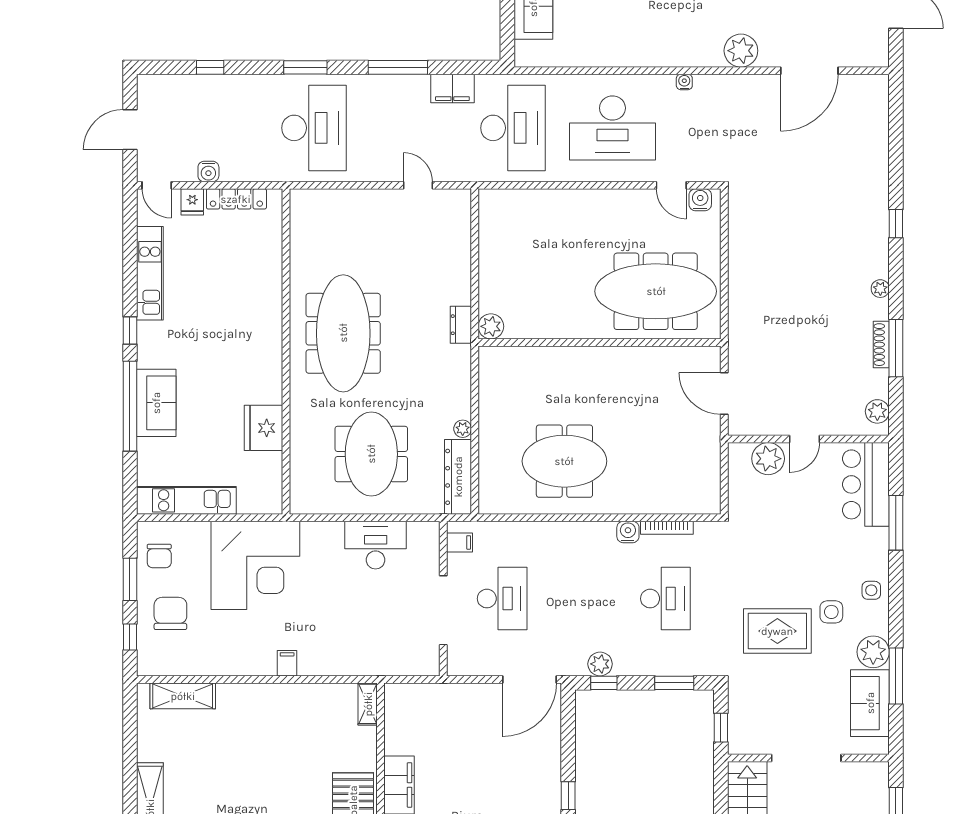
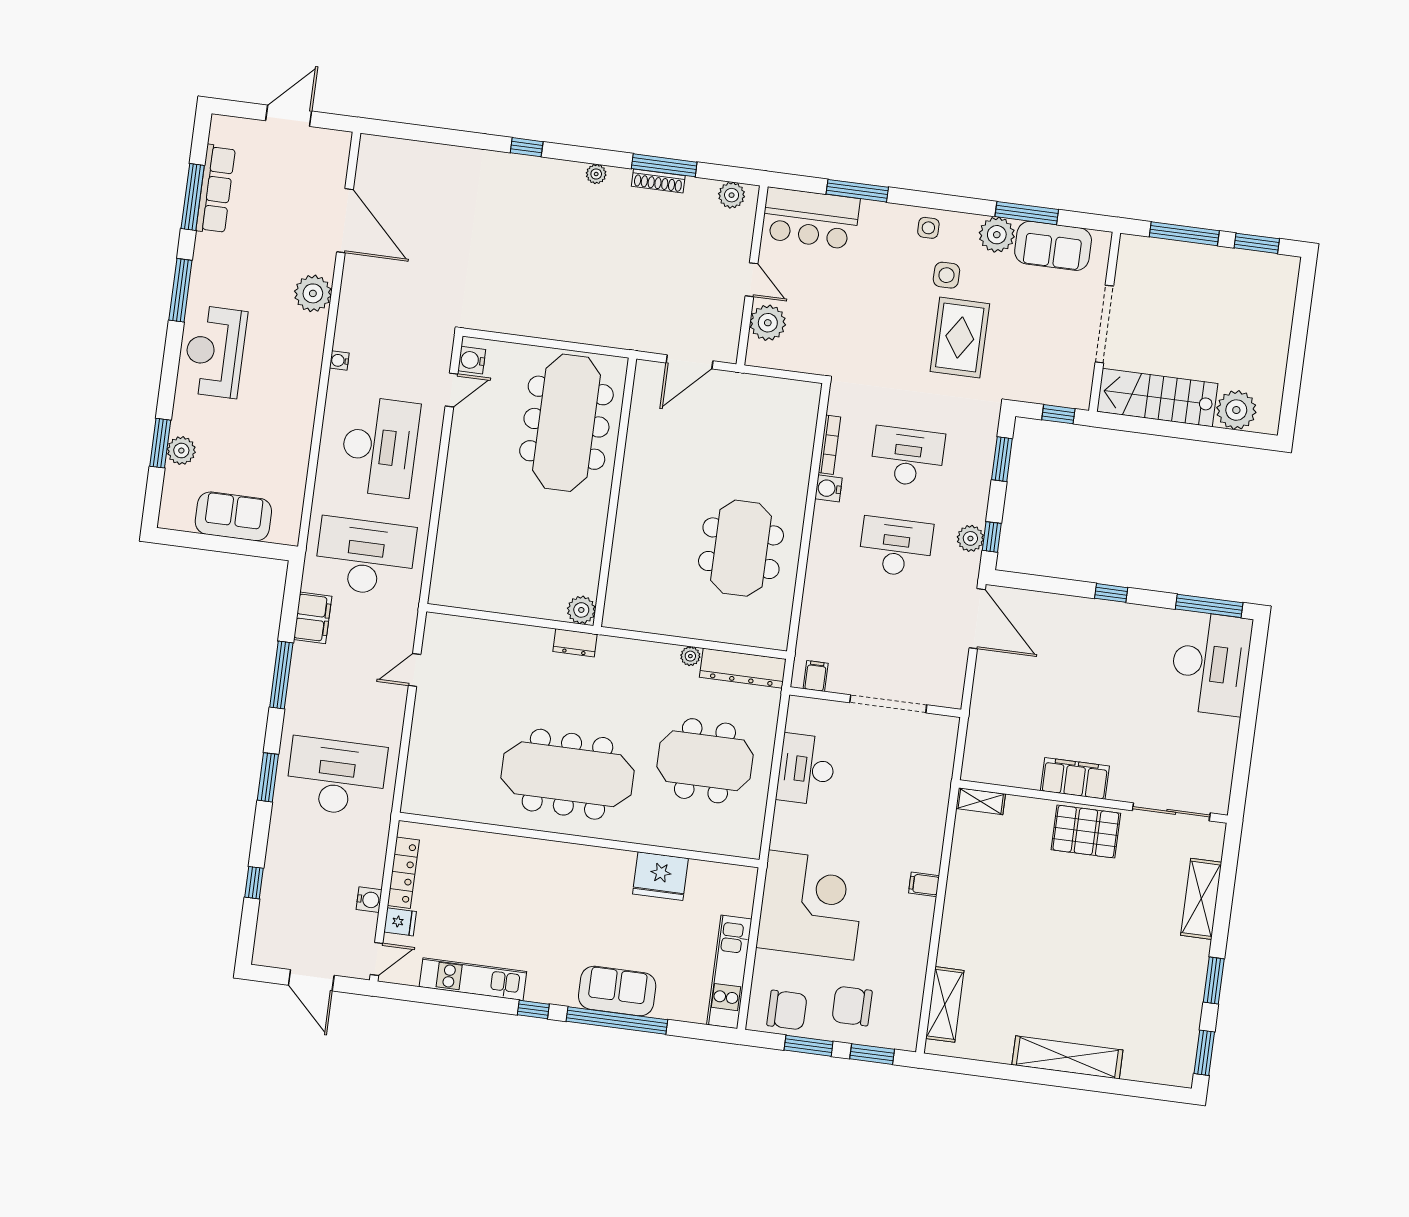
chair: (159, 556) -> (787, 1010), width x1.37, depth x1.37
desk: (502, 599) -> (896, 547), moved
window: (130, 637) -> (872, 1054), width x1.50

